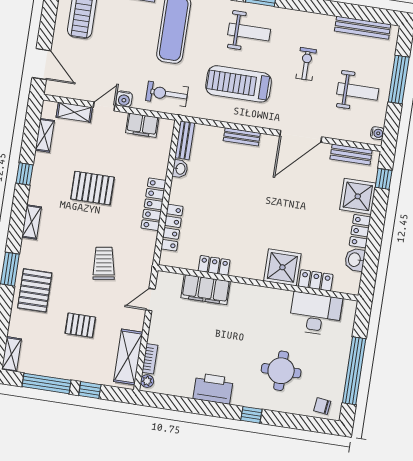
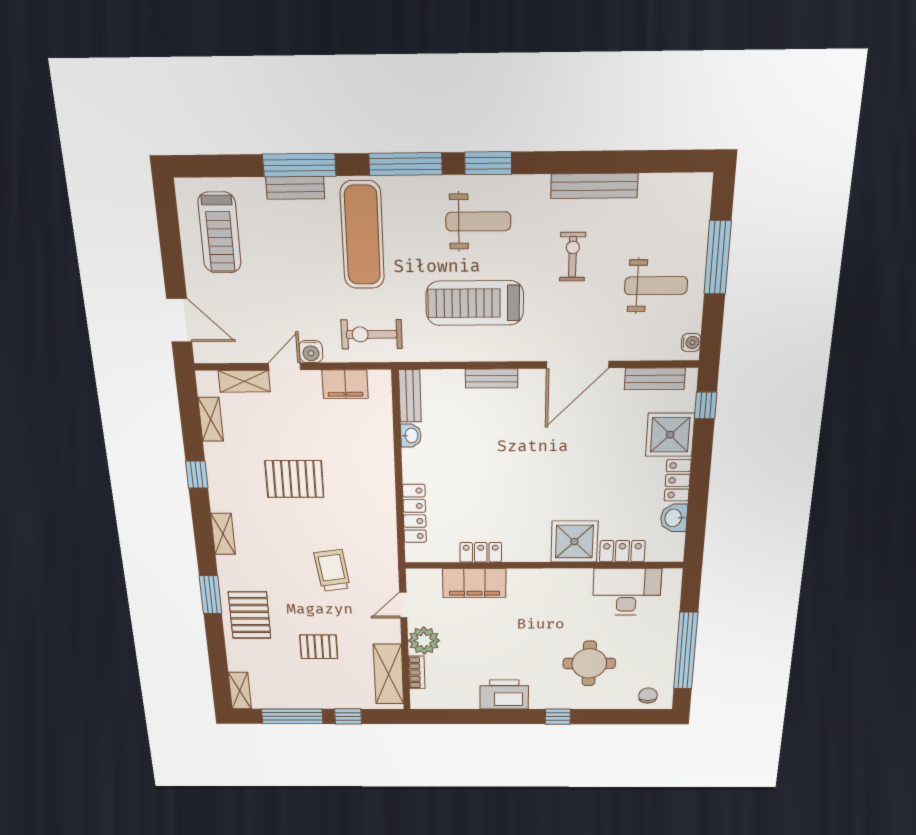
bench: (363, 28) -> (594, 186), moved
locker: (154, 204) -> (383, 488), removed
plant: (147, 381) -> (424, 641), moved, width x1.88, depth x1.88
chair: (322, 406) -> (648, 695), turned 83

